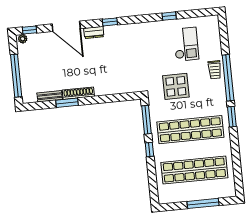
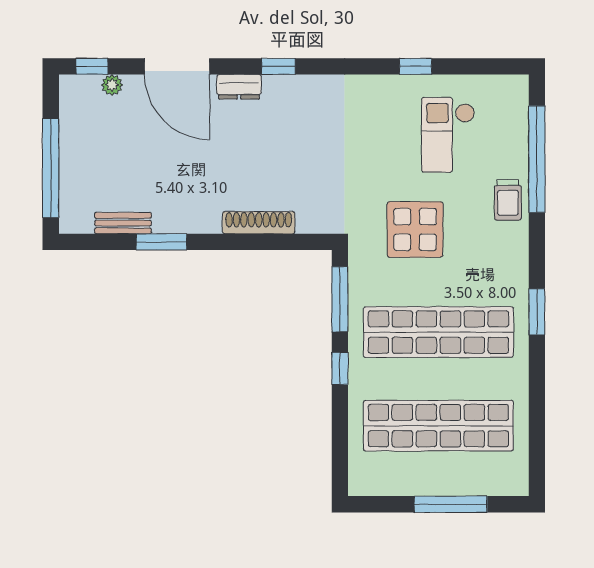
plant: (23, 39) -> (112, 85), moved
checkout: (186, 44) -> (448, 135), turned 180
window: (228, 78) -> (537, 159), moved
shoe rack: (78, 93) -> (259, 223), moved

